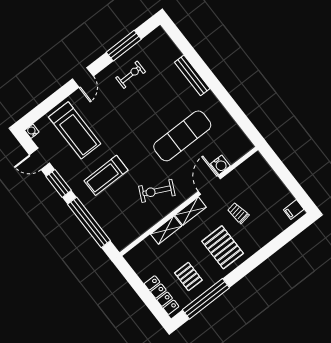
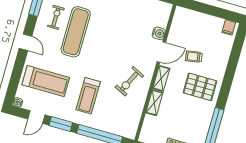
exercise mat: (182, 136) -> (76, 32), moved
door: (209, 185) -> (161, 52), swing flipped
pallet: (188, 276) -> (192, 123), removed

